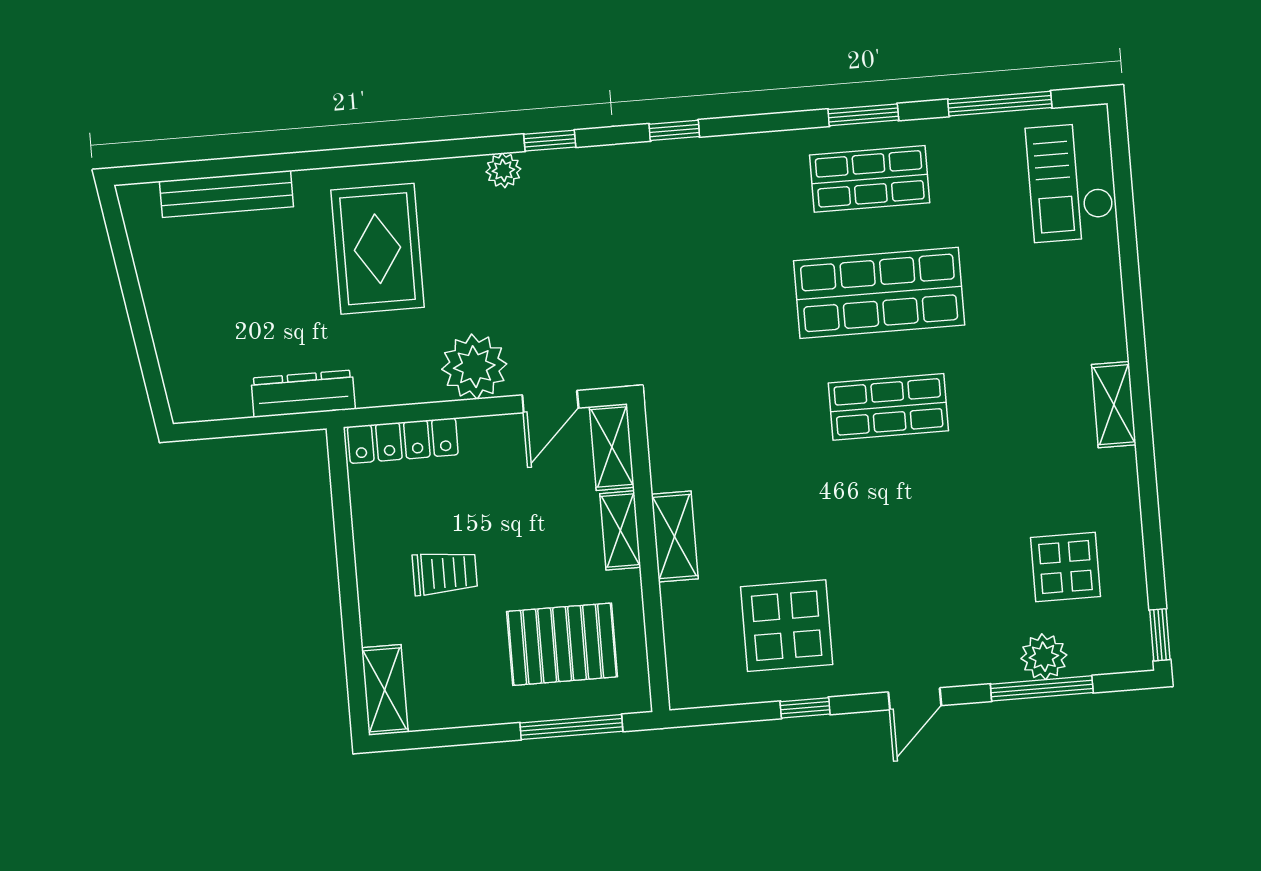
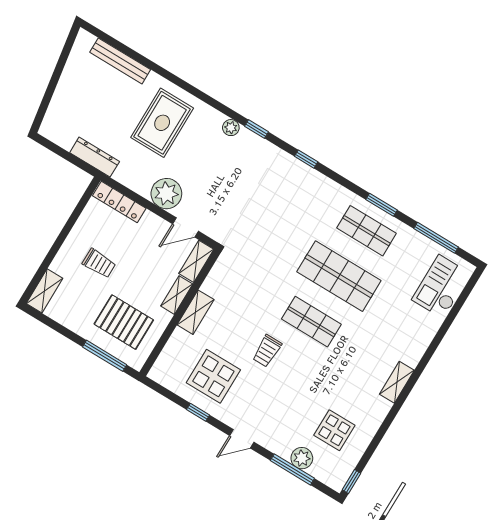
trolley: (848, 514) -> (267, 351), added

